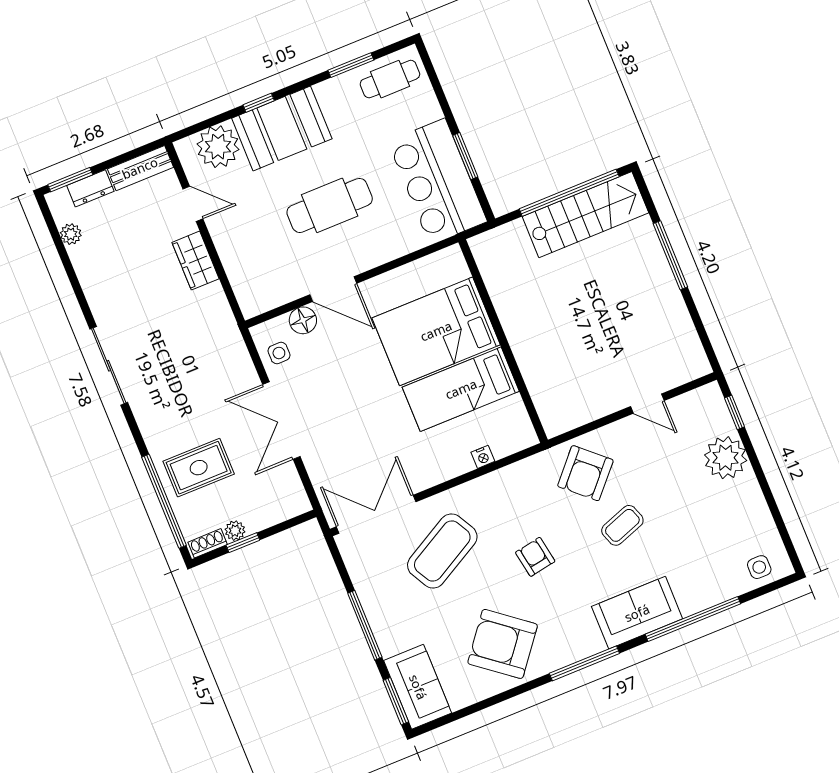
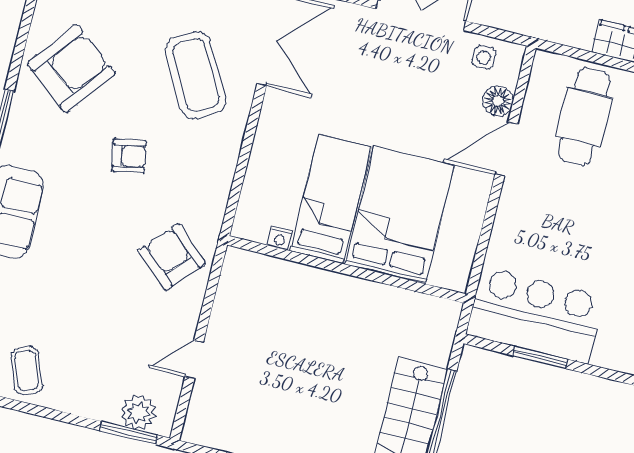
cafe table: (330, 205) -> (584, 117), moved
window: (735, 412) -> (129, 433), width x1.50
nightstand: (483, 457) -> (280, 238), moved, turned -90
plant: (726, 458) -> (138, 412), moved, width x0.73, depth x0.73
coffee table: (622, 525) -> (27, 371), moved

